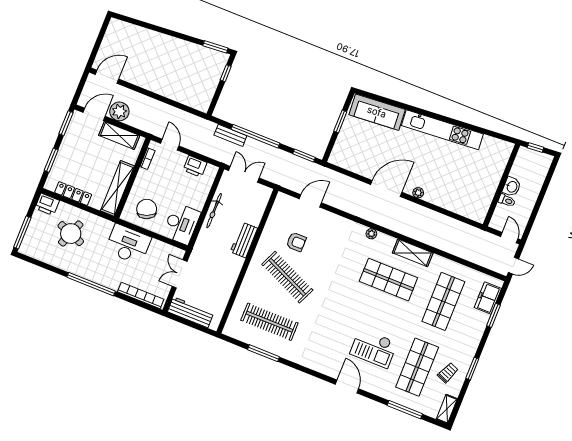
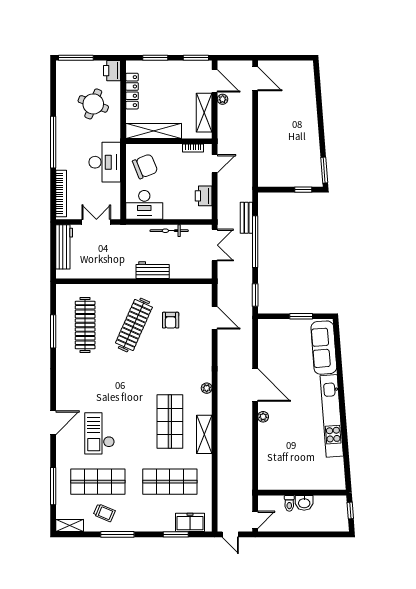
plant: (119, 111) -> (223, 99), width x0.53, depth x0.53
window: (472, 369) -> (117, 534), width x1.44

